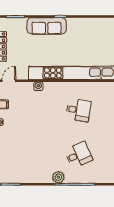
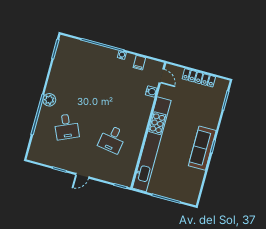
sofa: (47, 26) -> (202, 148), moved
water cooler: (38, 86) -> (151, 92), moved

